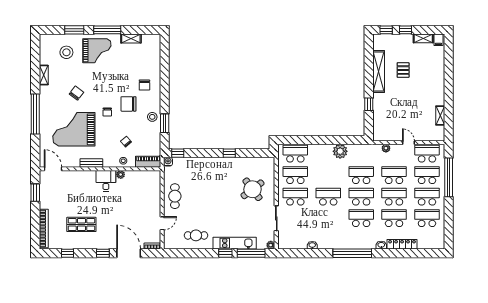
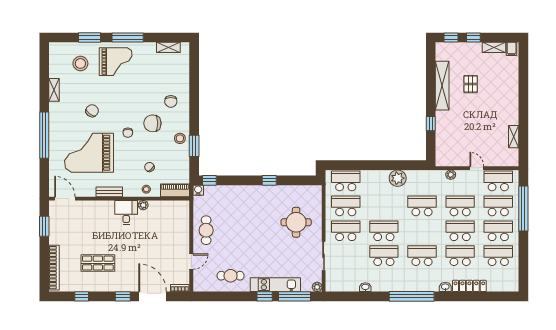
shelving: (131, 38) -> (168, 47), moved
round table: (253, 189) -> (296, 222), turned 37
school desk: (361, 197) -> (384, 256), moved

